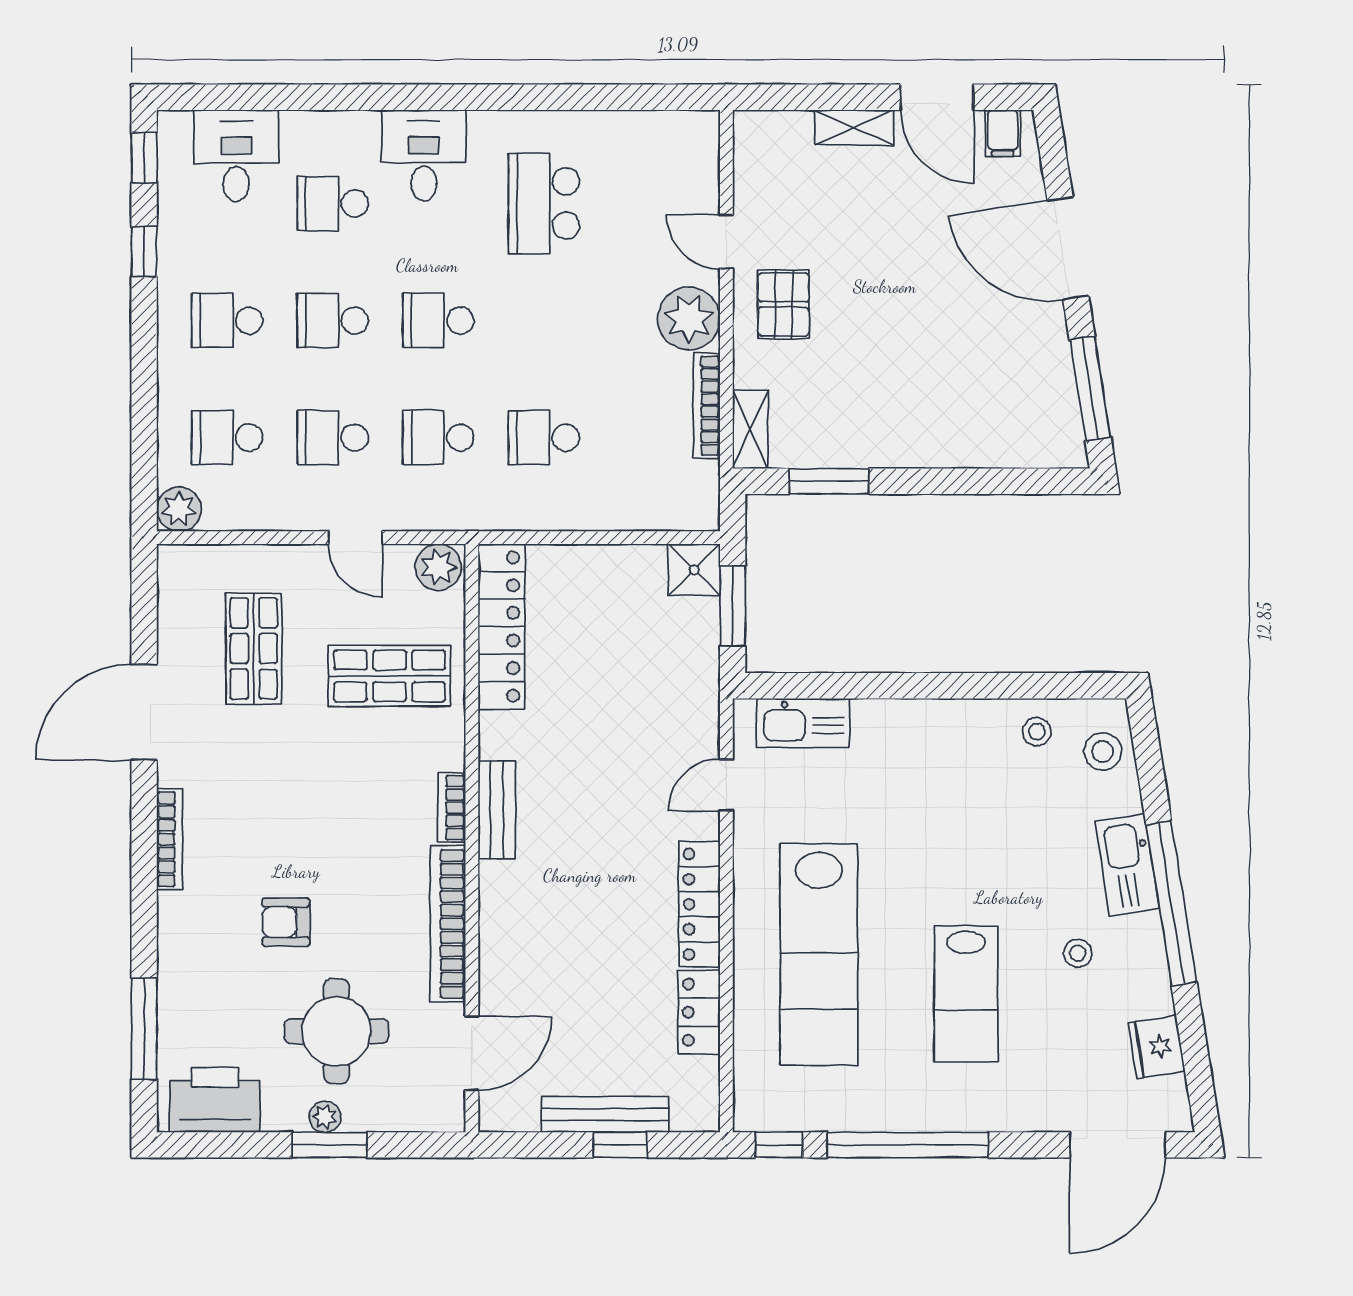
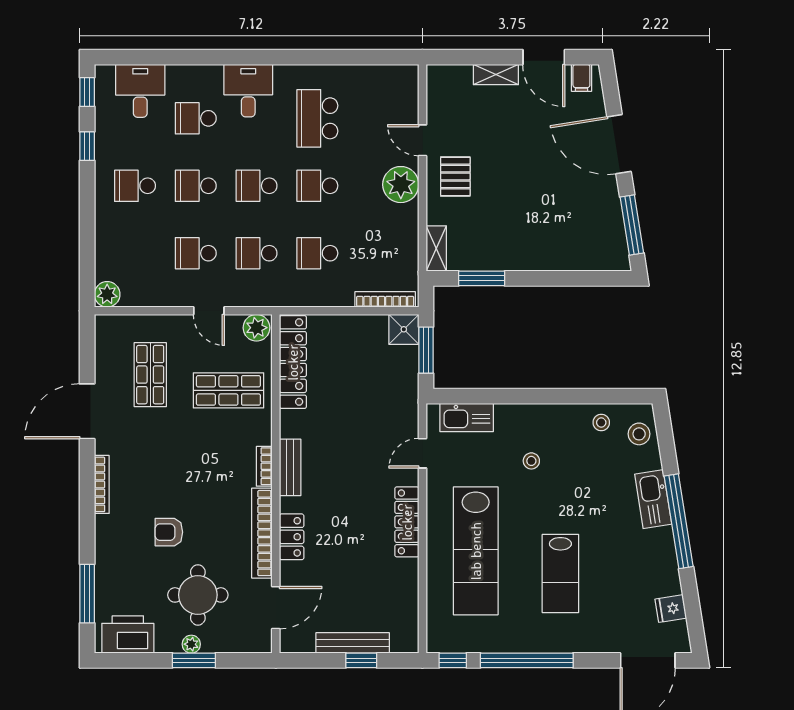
bookcase: (707, 406) -> (385, 299), moved, turned 90
school desk: (227, 438) -> (317, 186), moved
stool: (1078, 953) -> (531, 461), moved
locker: (699, 1012) -> (292, 537), moved, turned 180
fridge: (1157, 1047) -> (671, 609), width x0.72

